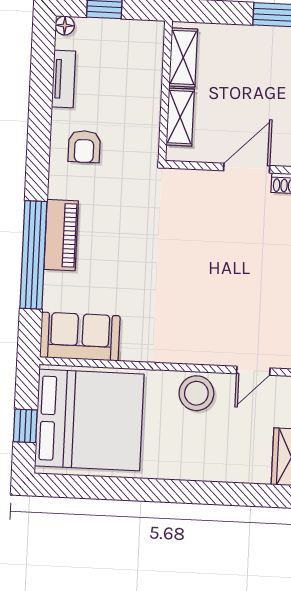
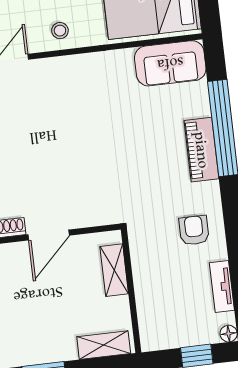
shelving: (183, 57) -> (104, 345), moved, turned 90
stool: (196, 393) -> (60, 31), width x0.53, depth x0.53

